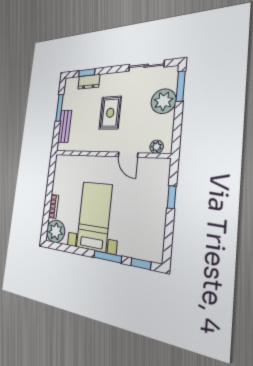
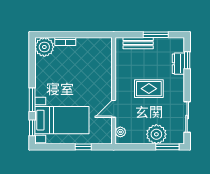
bed with nightstands: (94, 216) -> (62, 120), moved

